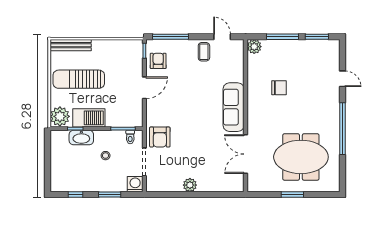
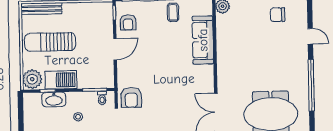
armchair: (158, 61) -> (128, 22), turned 180
chair: (279, 88) -> (278, 15), moved, turned 180
sofa: (234, 107) -> (203, 40), moved

